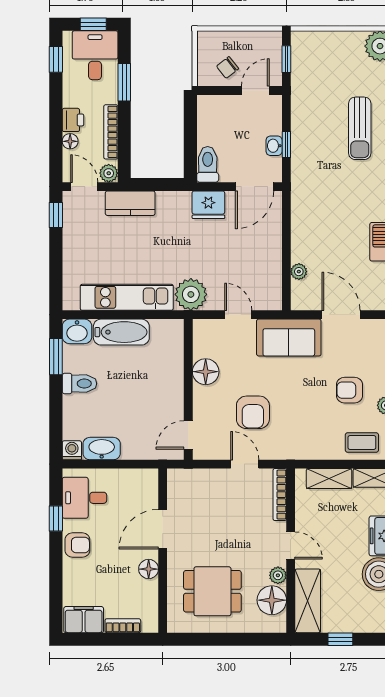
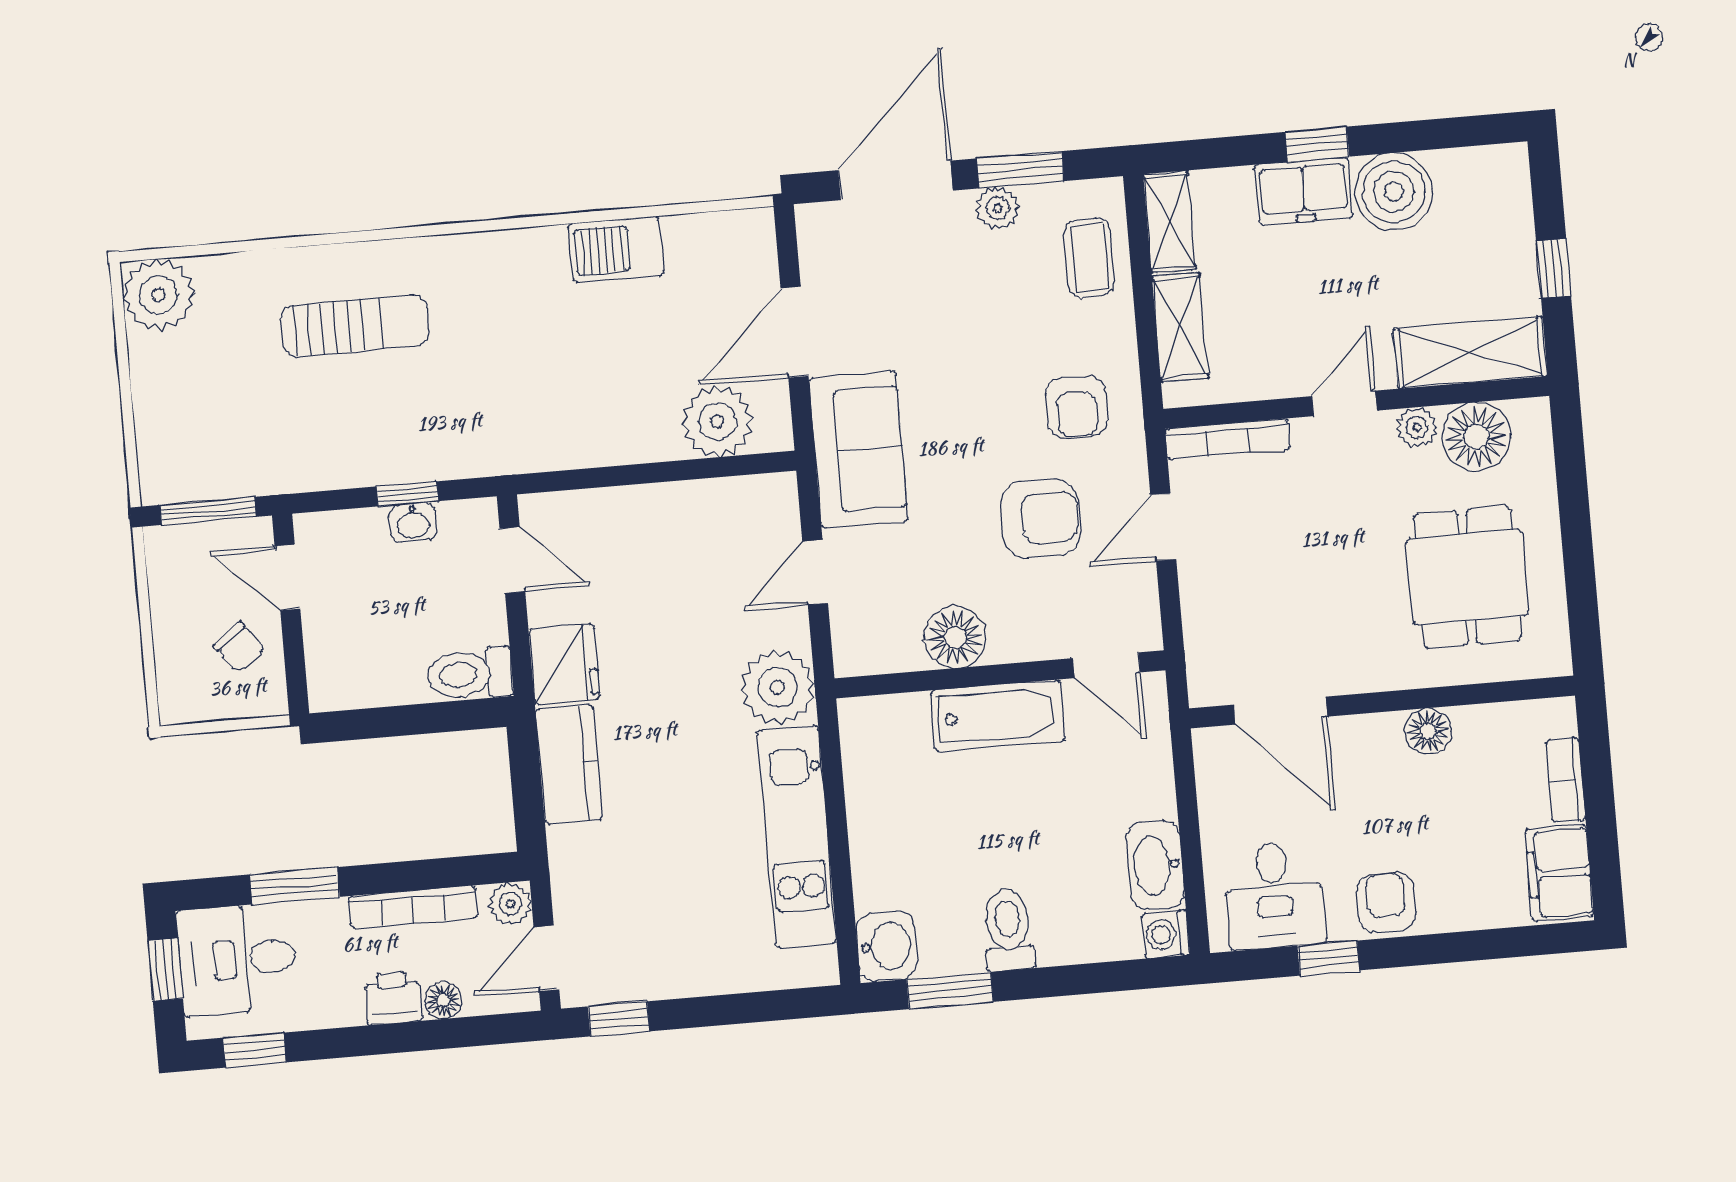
window: (286, 59) -> (208, 511), width x1.50
door: (255, 187) -> (512, 560), width x0.73
kitchen counter: (130, 203) -> (569, 764), moved
plant: (299, 272) -> (717, 421), width x1.87, depth x1.87
bathtub: (121, 332) -> (998, 716), moved, turned 90
armchair: (349, 390) -> (1077, 407), moved
door: (163, 529) -> (1281, 711), moved

